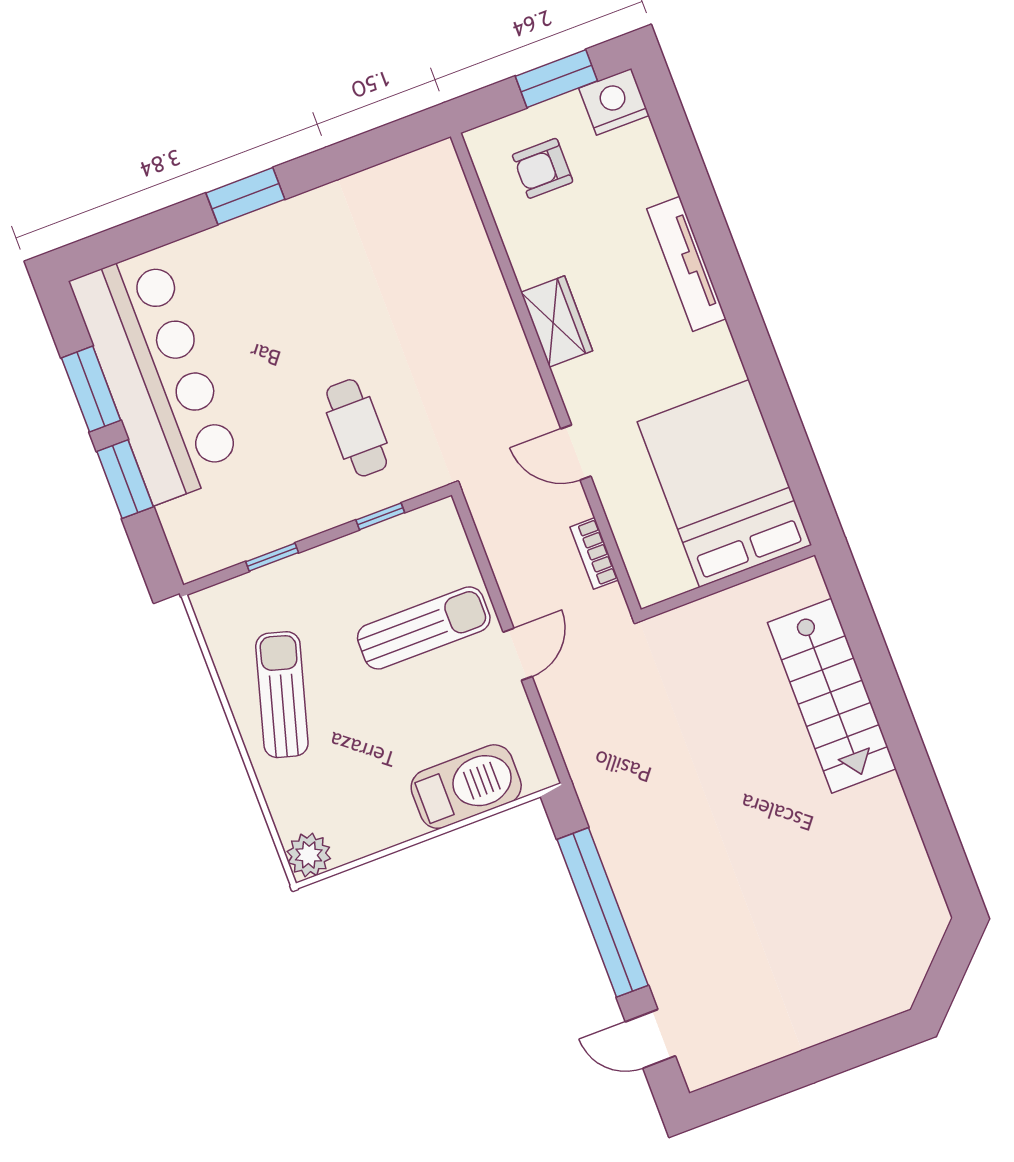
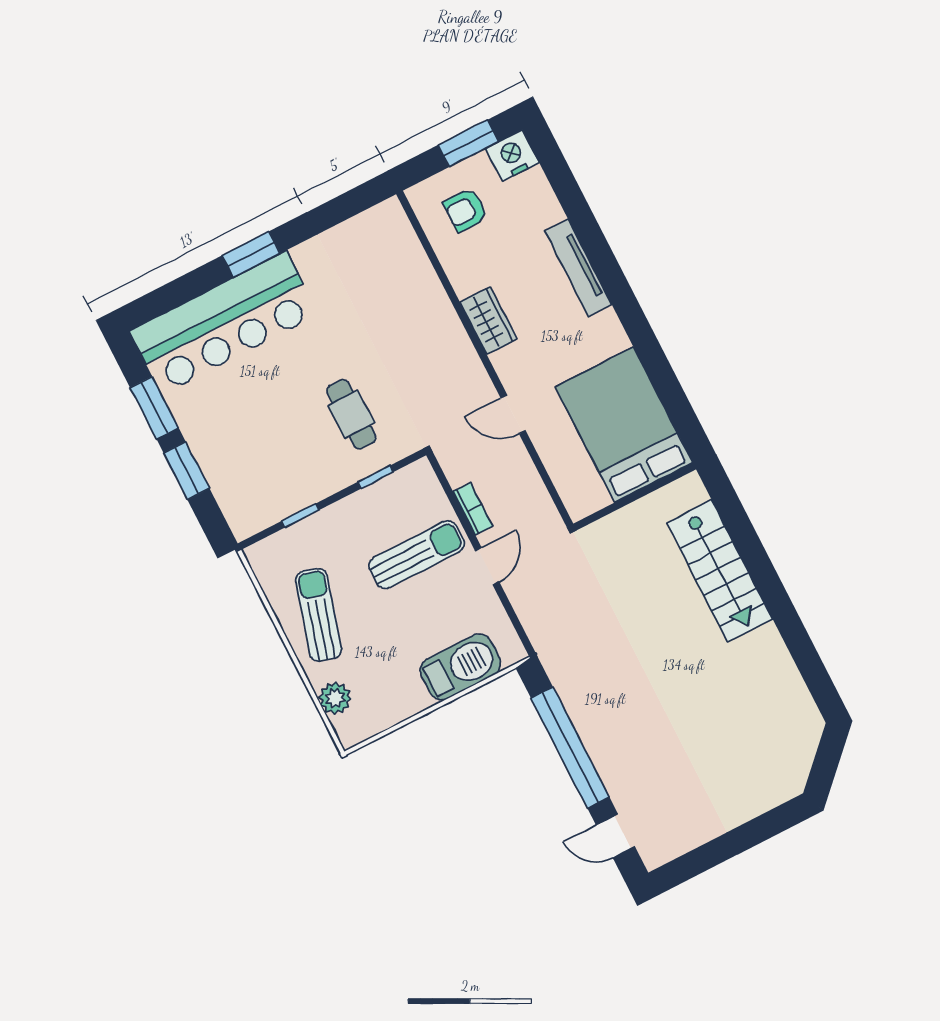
bar counter: (157, 376) -> (224, 323), moved, turned 90
bookcase: (594, 553) -> (473, 509), moved, turned 180
plant: (309, 855) -> (335, 698), moved

